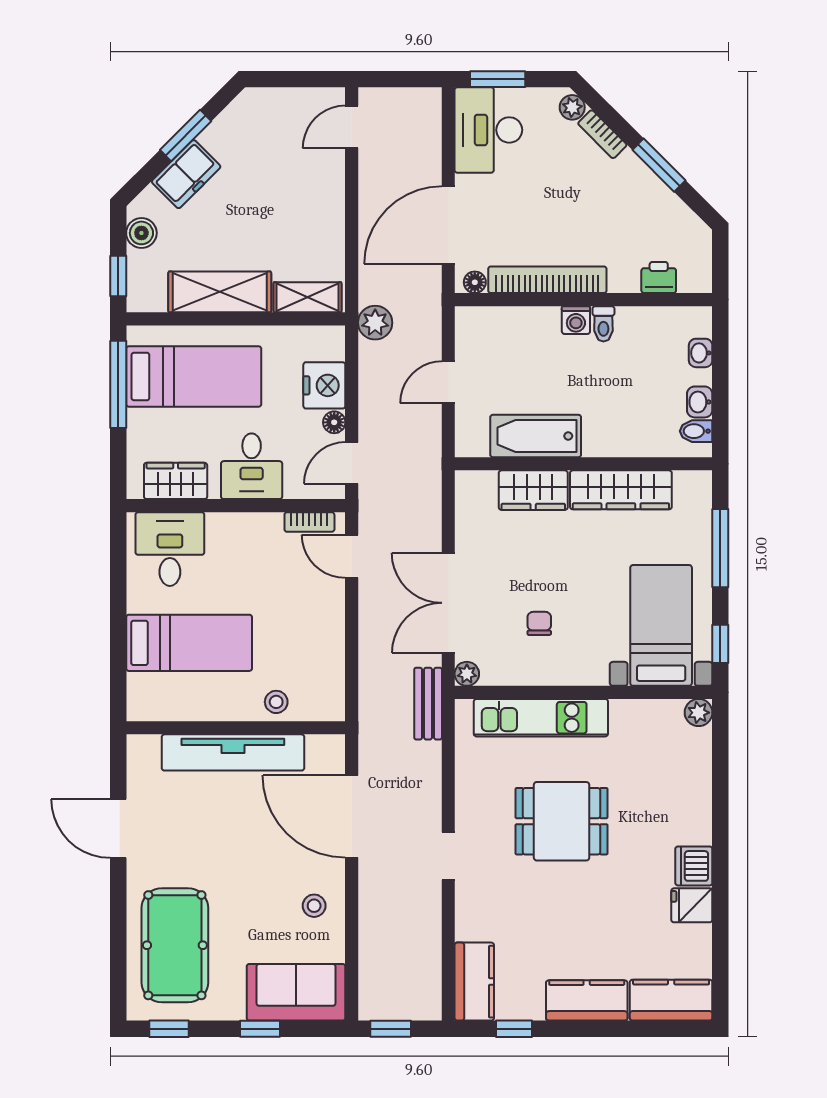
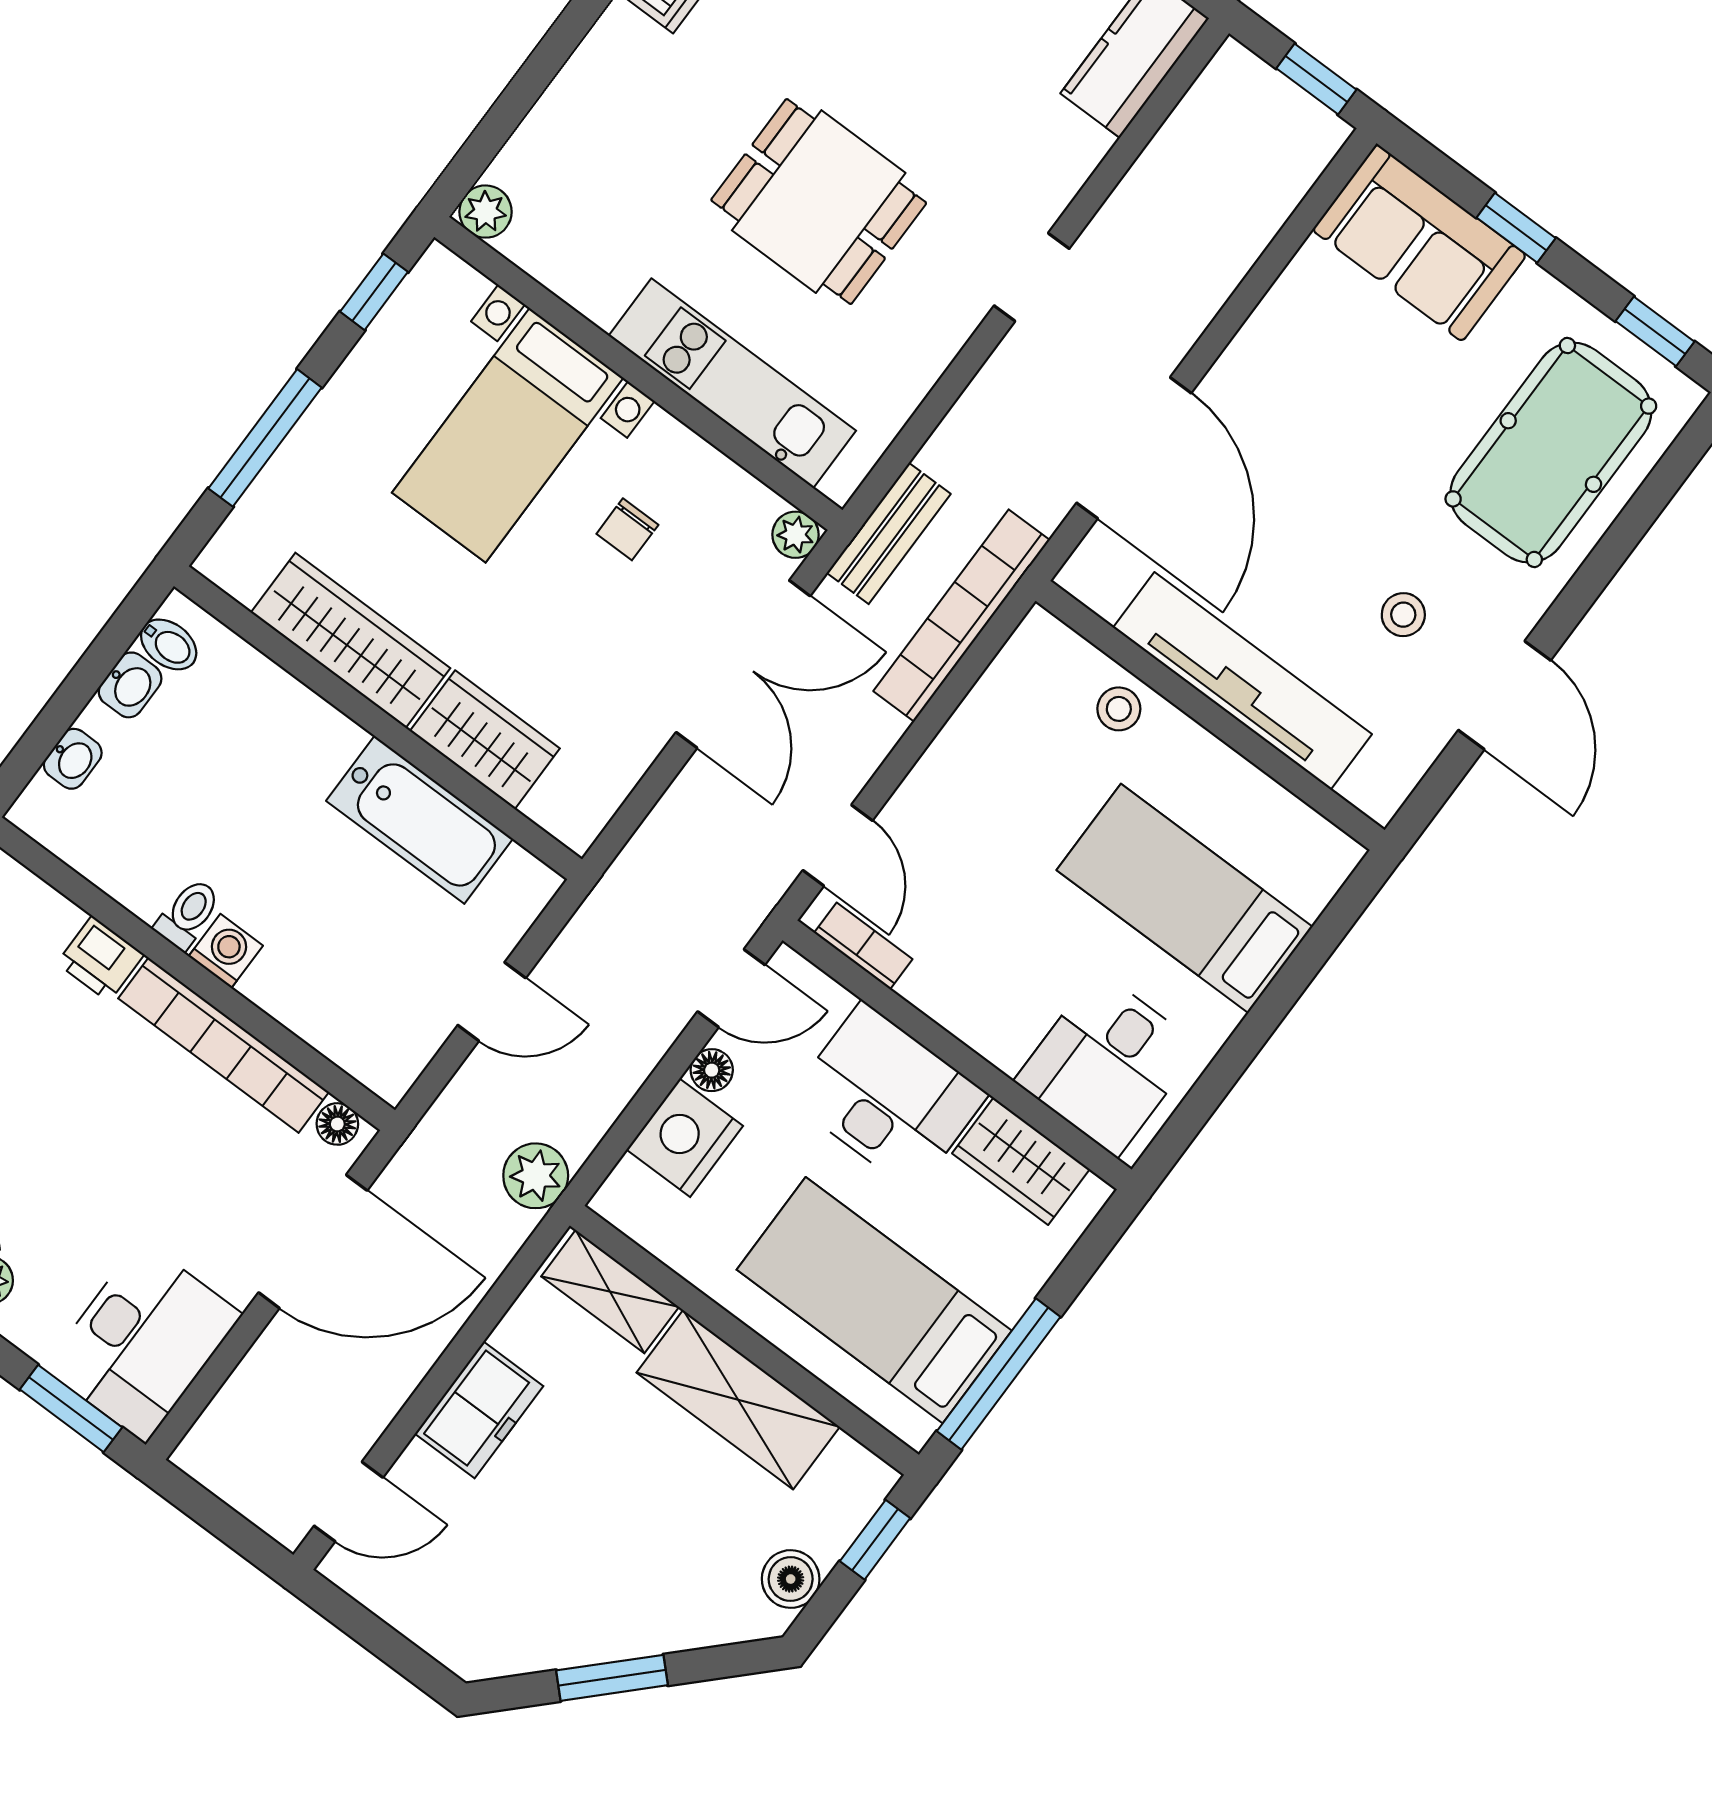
freezer: (186, 174) -> (479, 1410), moved, turned 135
printer: (659, 277) -> (100, 959), moved
desk: (252, 466) -> (888, 1097), width x1.37
bed with nightstands: (661, 625) -> (508, 435), moved
bookcase: (372, 692) -> (962, 616), added
stool: (314, 906) -> (1403, 615), moved

